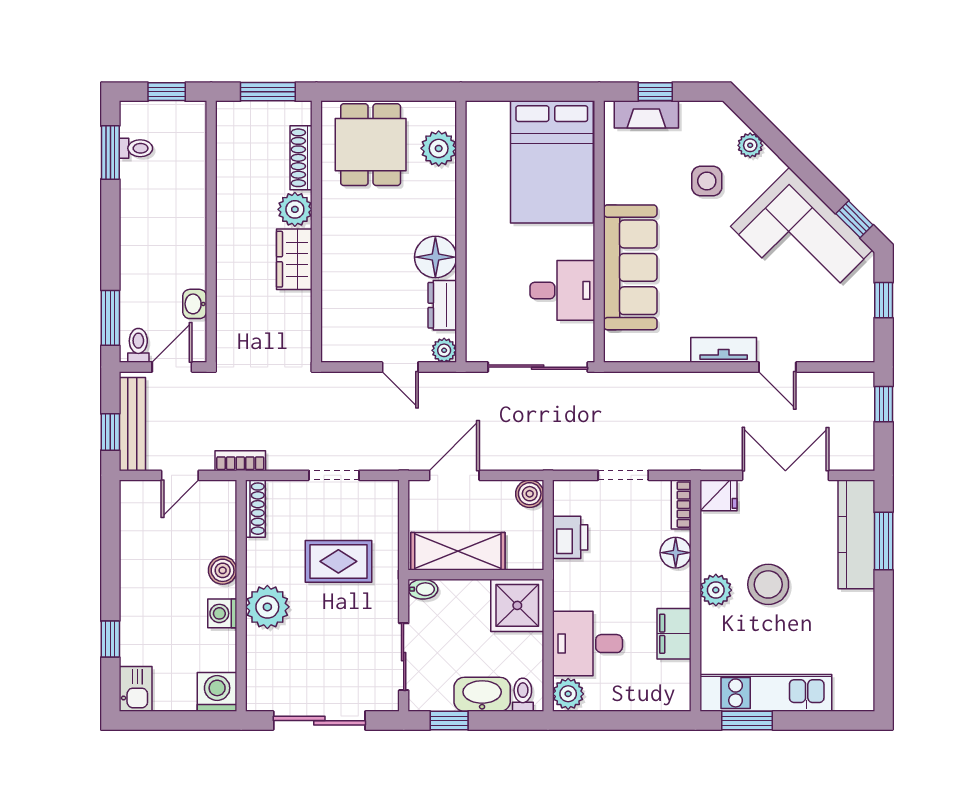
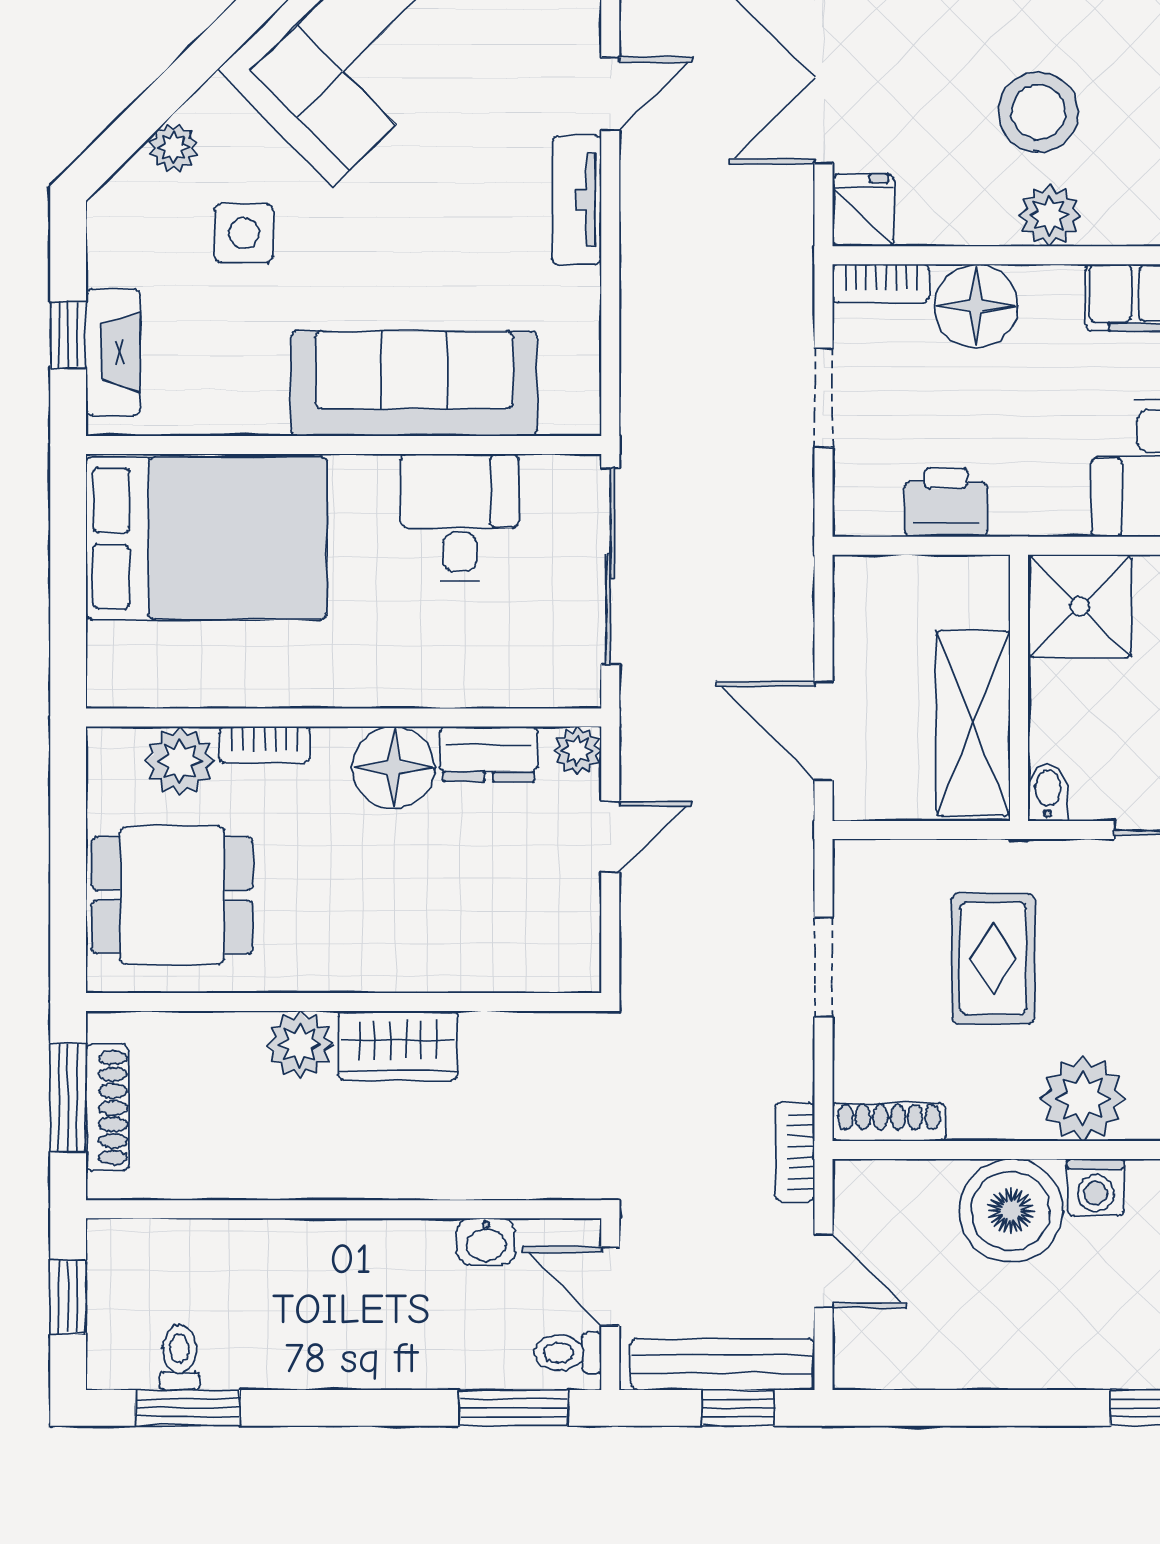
shoe rack: (301, 158) -> (107, 1108), moved, turned -90
bookcase: (447, 192) -> (265, 745), added
boiler: (530, 494) -> (860, 582), removed
floor lamp: (676, 553) -> (976, 306), width x1.38, depth x1.38
boiler: (223, 570) -> (1011, 1211), width x1.86, depth x1.86

